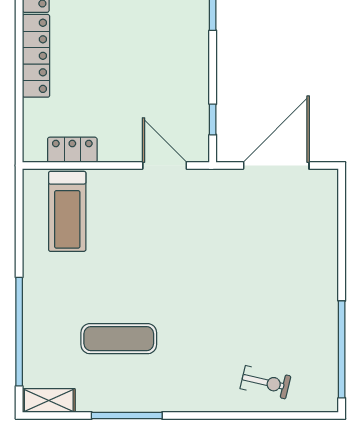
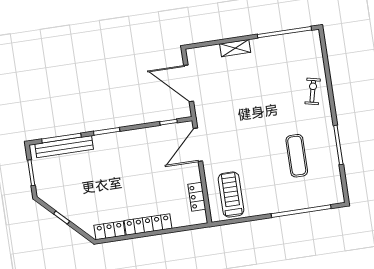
door: (165, 166) -> (198, 145), width x1.36
treadmill: (67, 211) -> (231, 194), turned -90
exercise bike: (265, 382) -> (313, 91), moved
shelving: (49, 400) -> (235, 48), moved, turned 90

